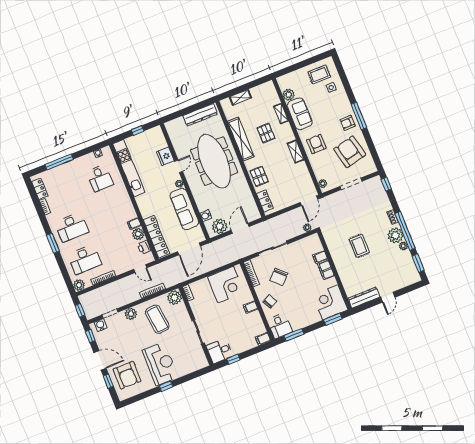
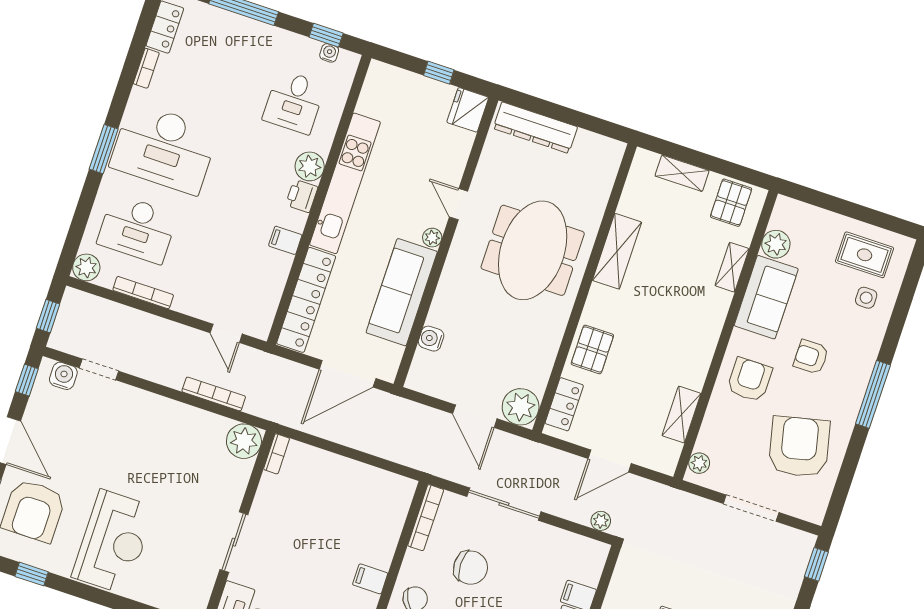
dresser: (200, 115) -> (535, 128), moved
armchair: (348, 123) -> (811, 357), moved
pallet: (266, 133) -> (731, 203), moved
shelving: (241, 139) -> (617, 251), width x0.68
window: (92, 149) -> (326, 35), added
shelving: (296, 152) -> (681, 415), moved
fridge: (165, 156) -> (468, 110), moved
meeting table: (214, 161) -> (533, 250), width x0.73
door: (179, 166) -> (459, 204), swing flipped
kitchen unit: (129, 168) -> (345, 183), moved
door: (309, 201) -> (610, 461), moved
plant: (220, 226) -> (521, 407), moved
desk: (72, 227) -> (164, 148), width x1.36, depth x1.30
door: (240, 228) -> (475, 416), swing flipped
plant: (138, 234) -> (310, 166), moved
printer: (144, 247) -> (302, 196), moved
chair: (279, 277) -> (471, 568), turned -134
corner desk: (226, 285) -> (360, 498), removed
plant: (131, 314) -> (137, 403), removed
coffee table: (157, 319) -> (178, 454), removed
window: (166, 386) -> (32, 574), moved

